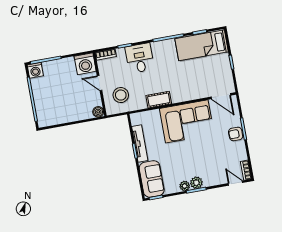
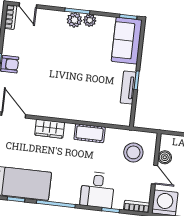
wardrobe: (190, 94) -> (50, 129), added
boiler: (98, 112) -> (165, 157), moved
corner sofa: (187, 121) -> (64, 97), removed
tv unit: (140, 143) -> (128, 88), width x0.71

